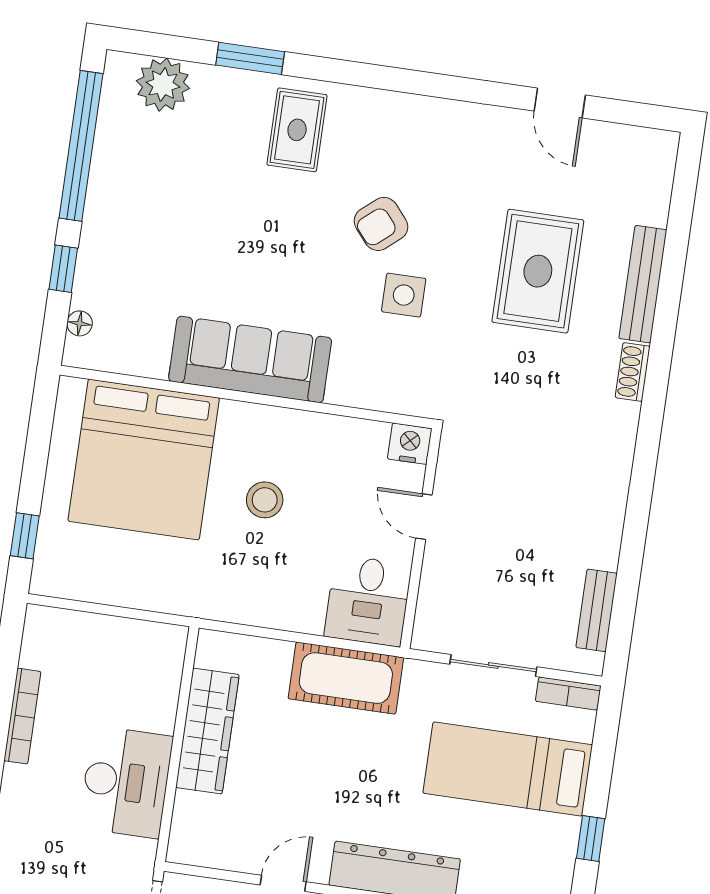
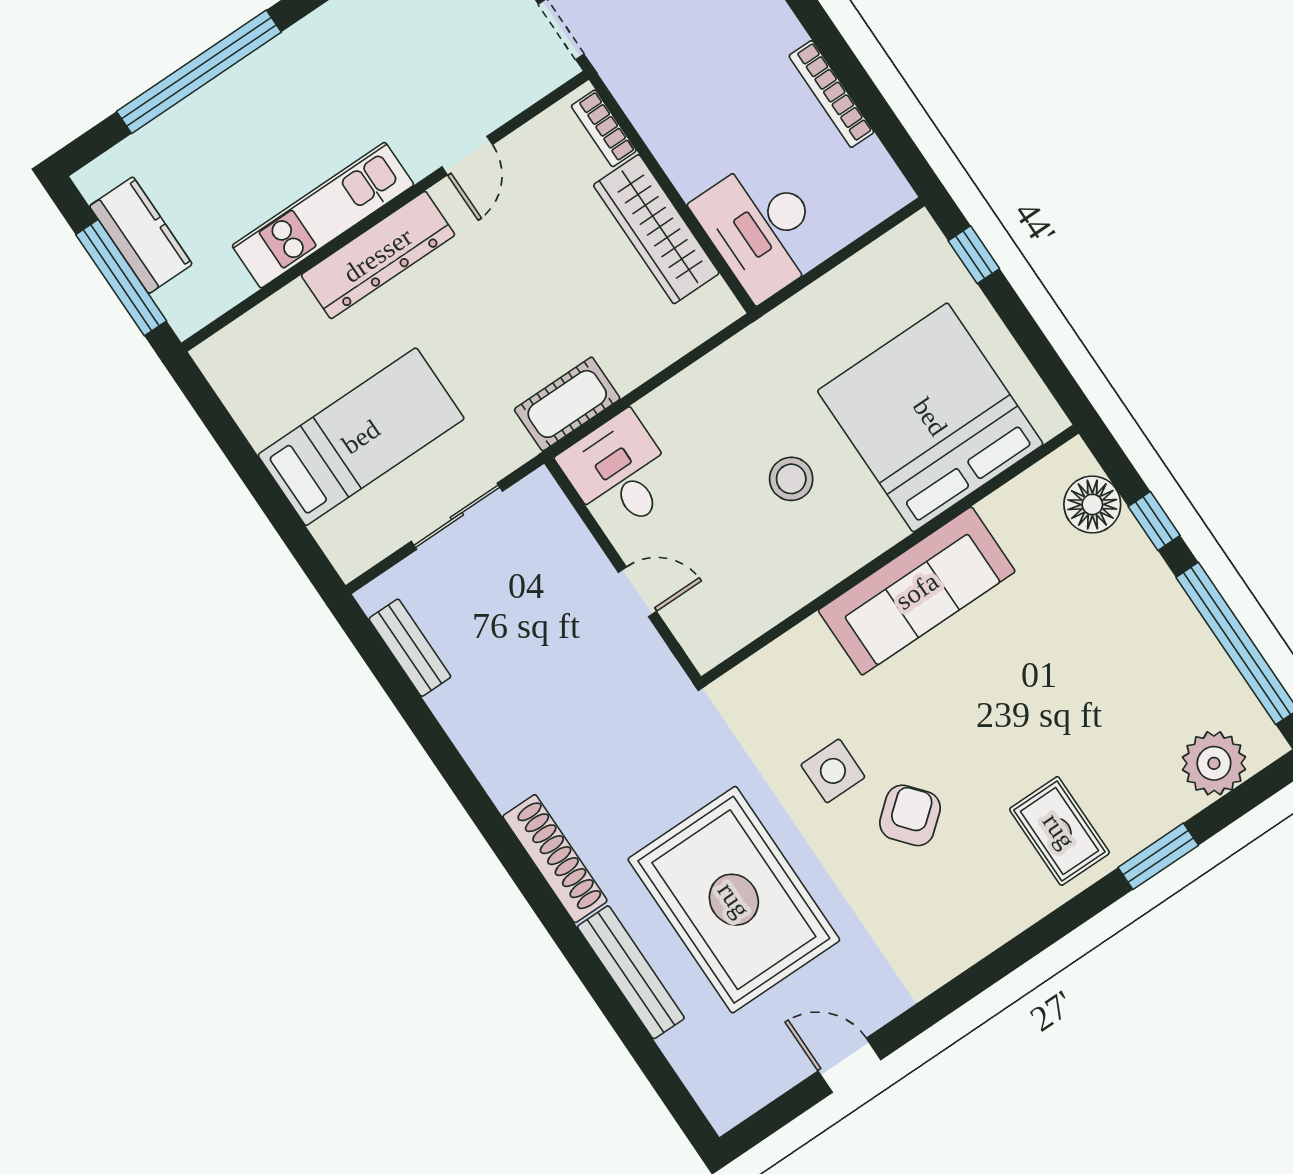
rug: (538, 271) -> (734, 900), width x1.37, depth x1.44
floor lamp: (80, 323) -> (1092, 504), width x1.89, depth x1.89
shoe rack: (633, 372) -> (555, 859), width x1.94, depth x1.24
nightstand: (410, 444) -> (708, 645), removed
cot: (346, 678) -> (567, 404), width x0.73, depth x0.75
bookcase: (568, 693) -> (604, 128), moved, turned -90
desk: (126, 782) -> (761, 229), moved
window: (591, 838) -> (232, 442), removed

